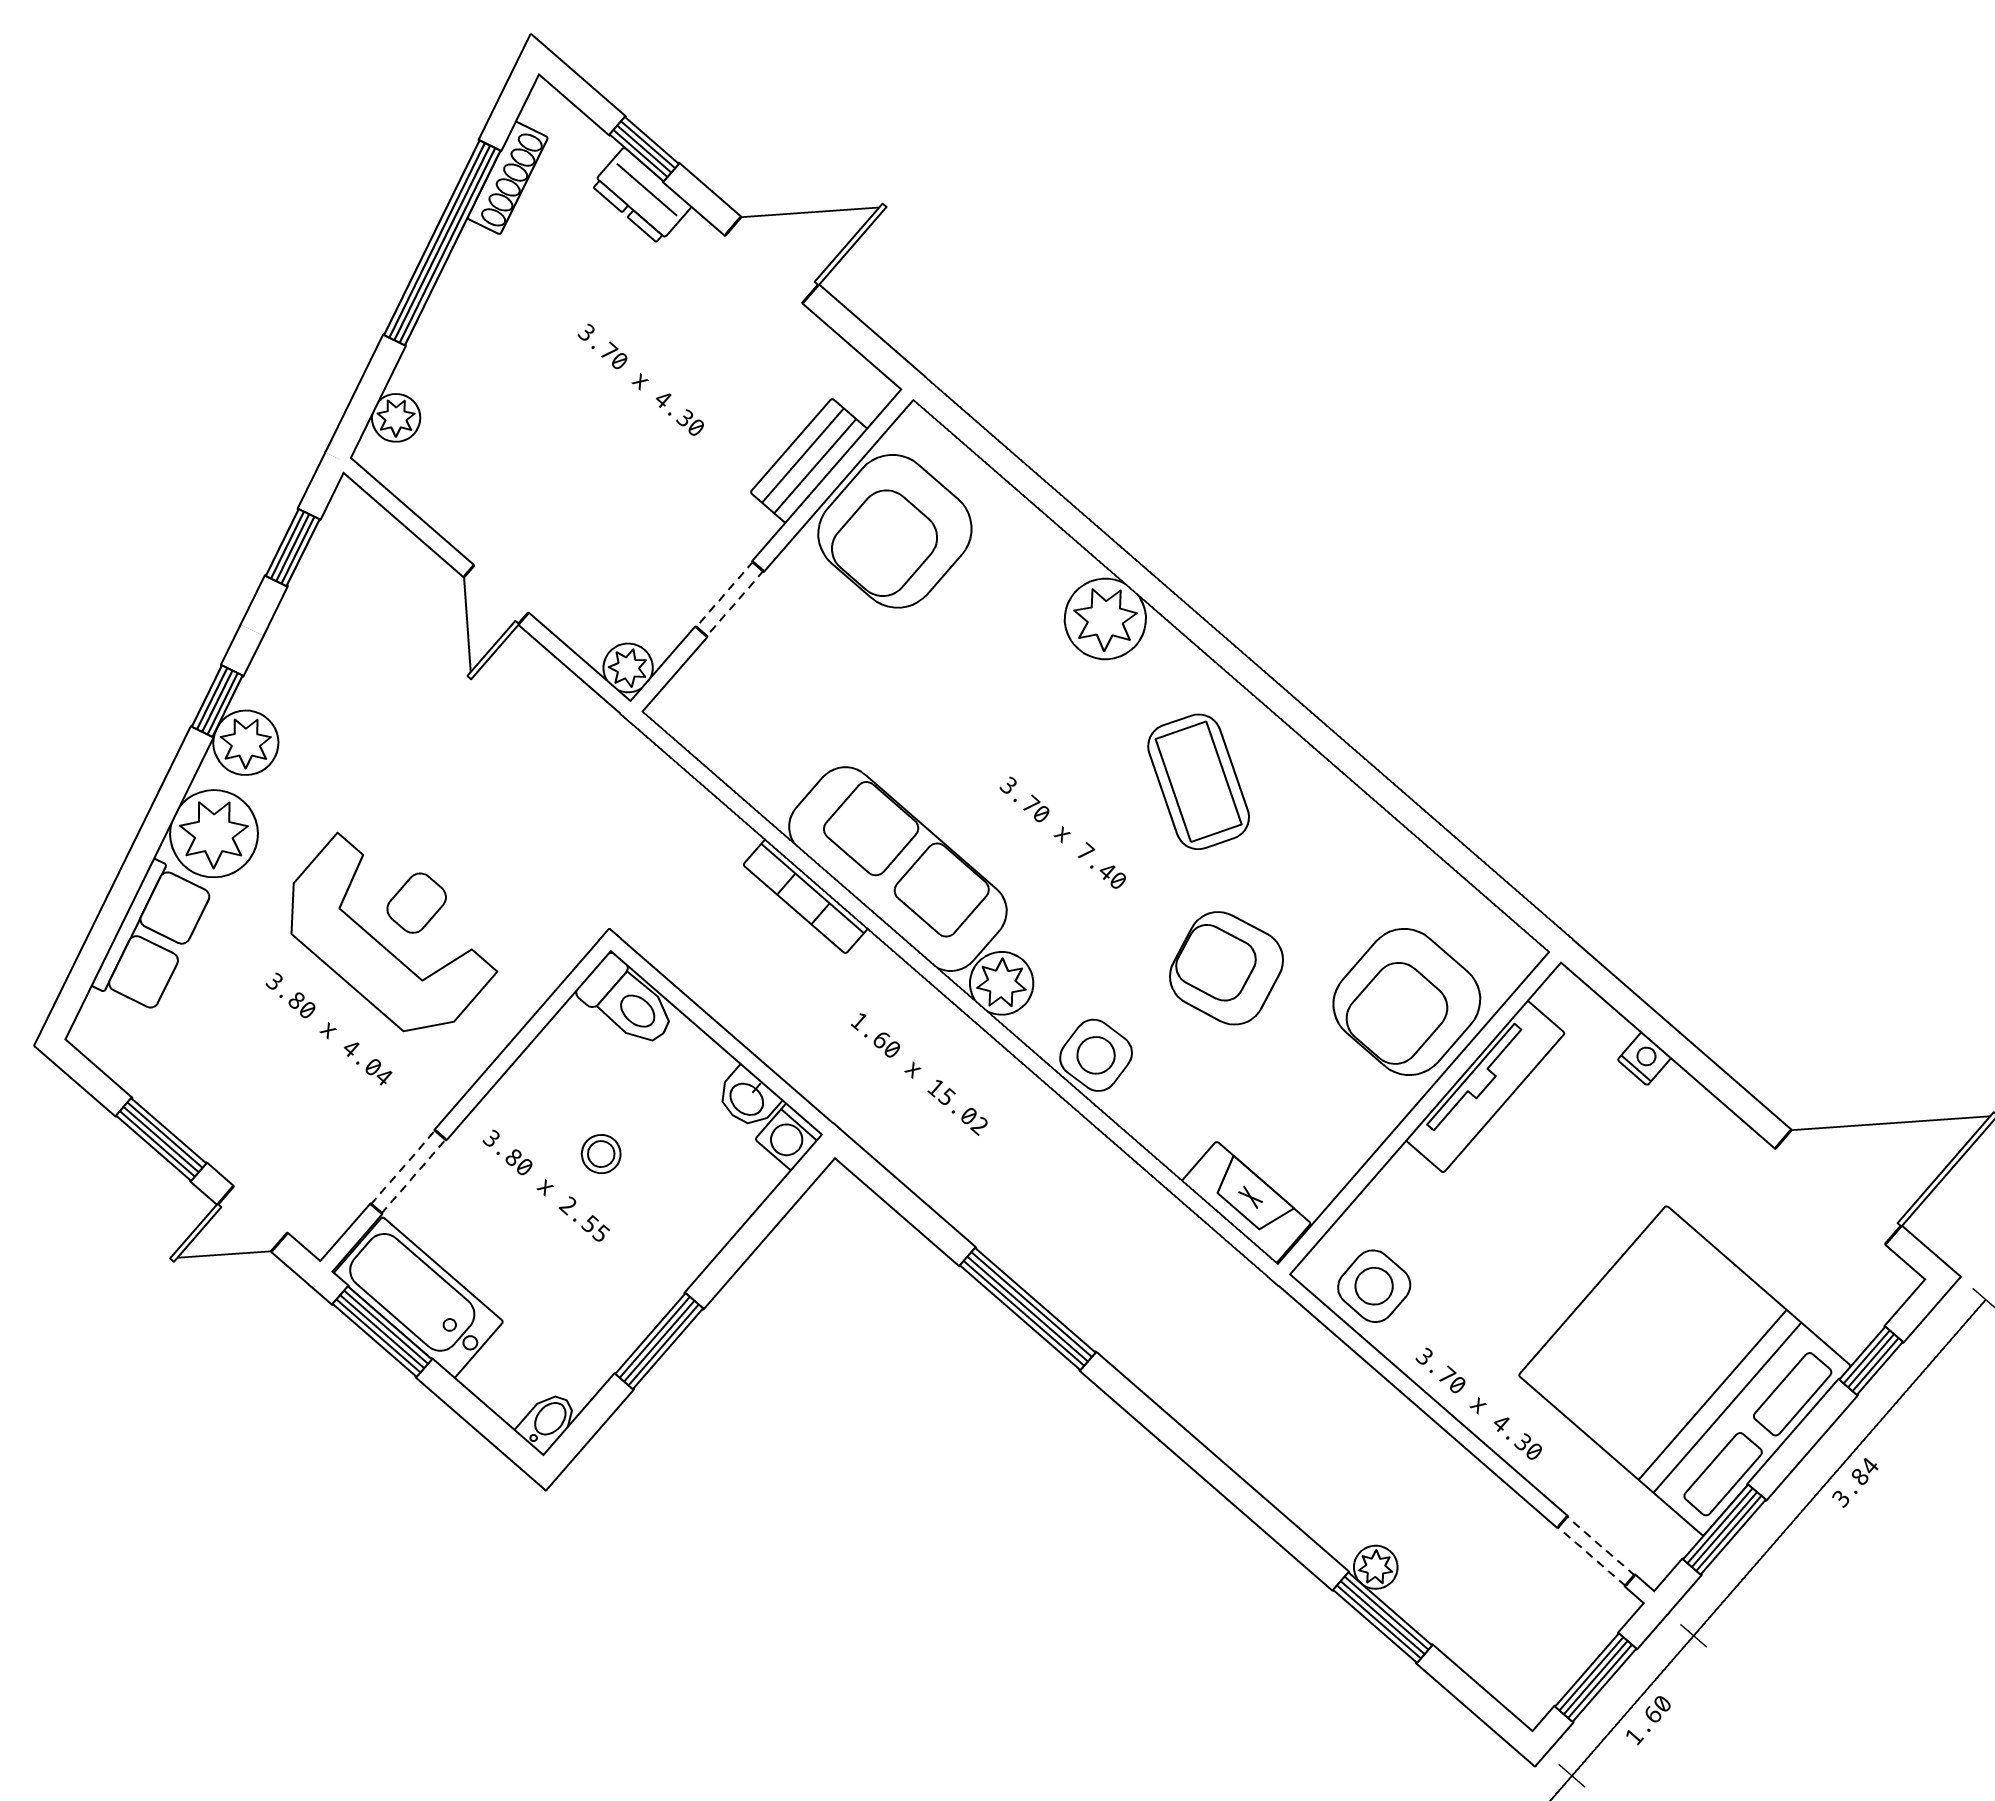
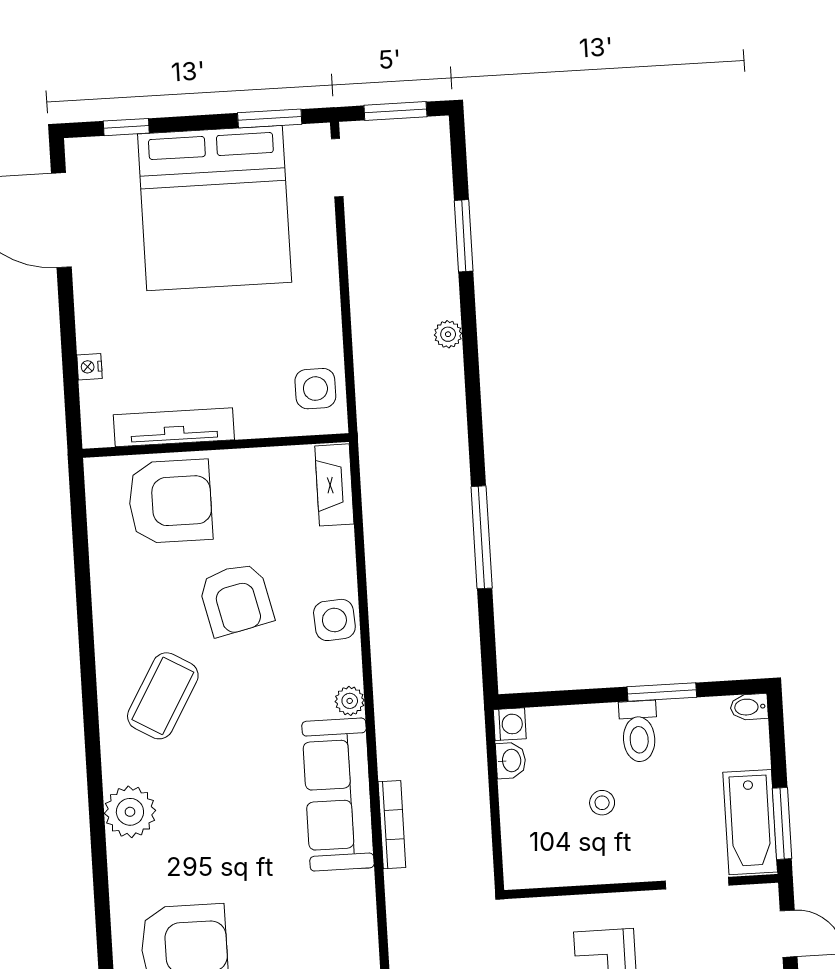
plant: (1002, 983) -> (350, 701), width x0.73, depth x0.73
toilet: (628, 1002) -> (639, 731), moved, turned 180
plant: (1376, 1567) -> (448, 334), moved

